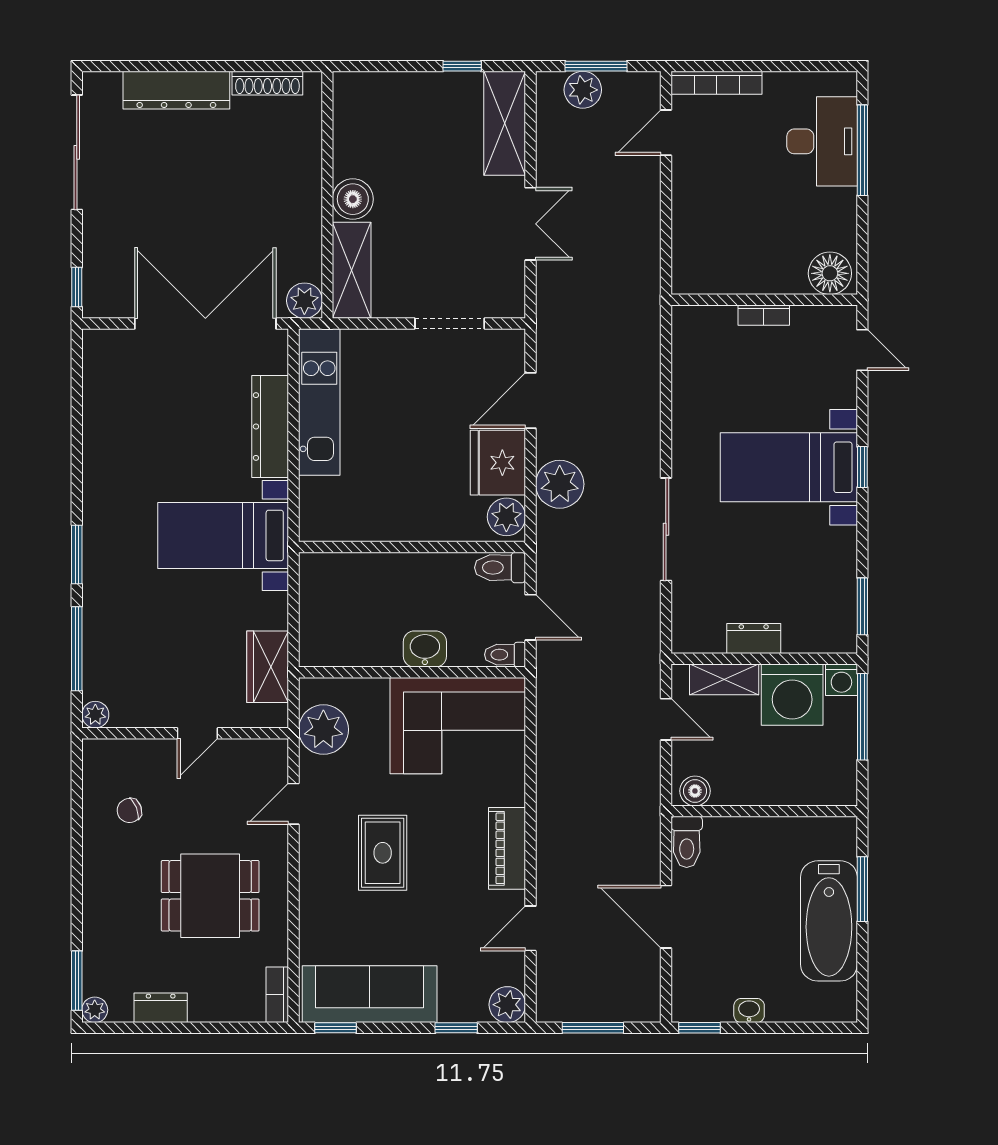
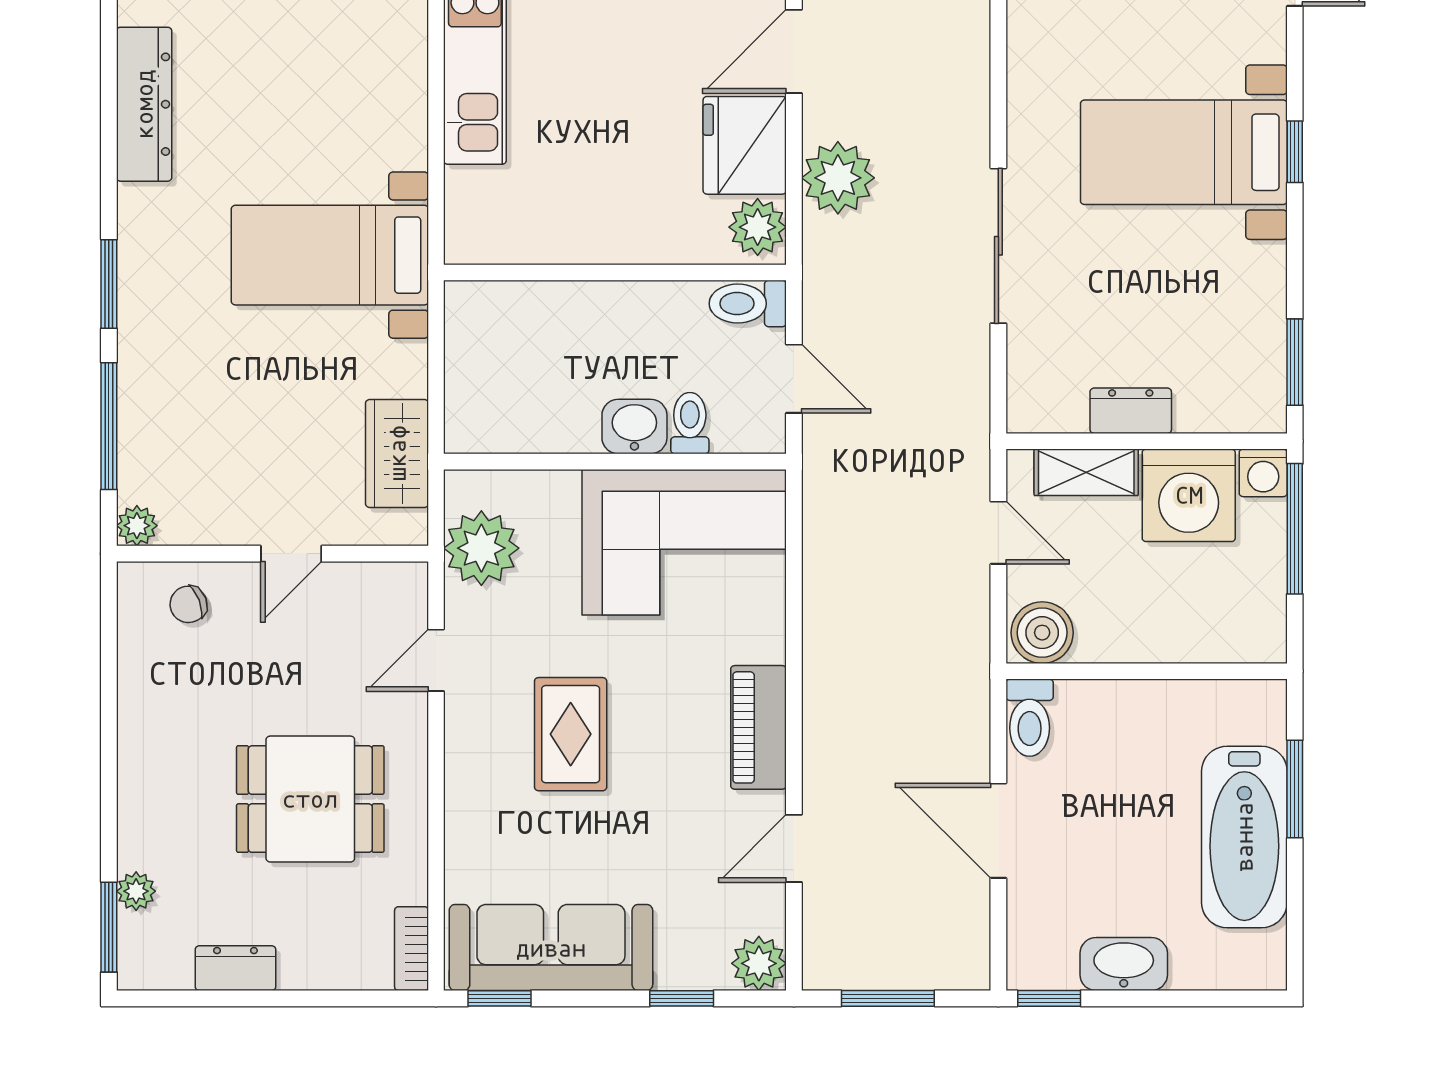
dresser: (270, 426) -> (144, 104), moved, turned 180
toilet: (505, 655) -> (690, 423), moved, turned 90
boiler: (695, 791) -> (1042, 633), width x1.36, depth x1.36
chair: (129, 811) -> (188, 604), moved
plant: (95, 1010) -> (136, 891), moved
washbasin: (749, 1011) -> (1124, 964), width x1.91, depth x1.45

